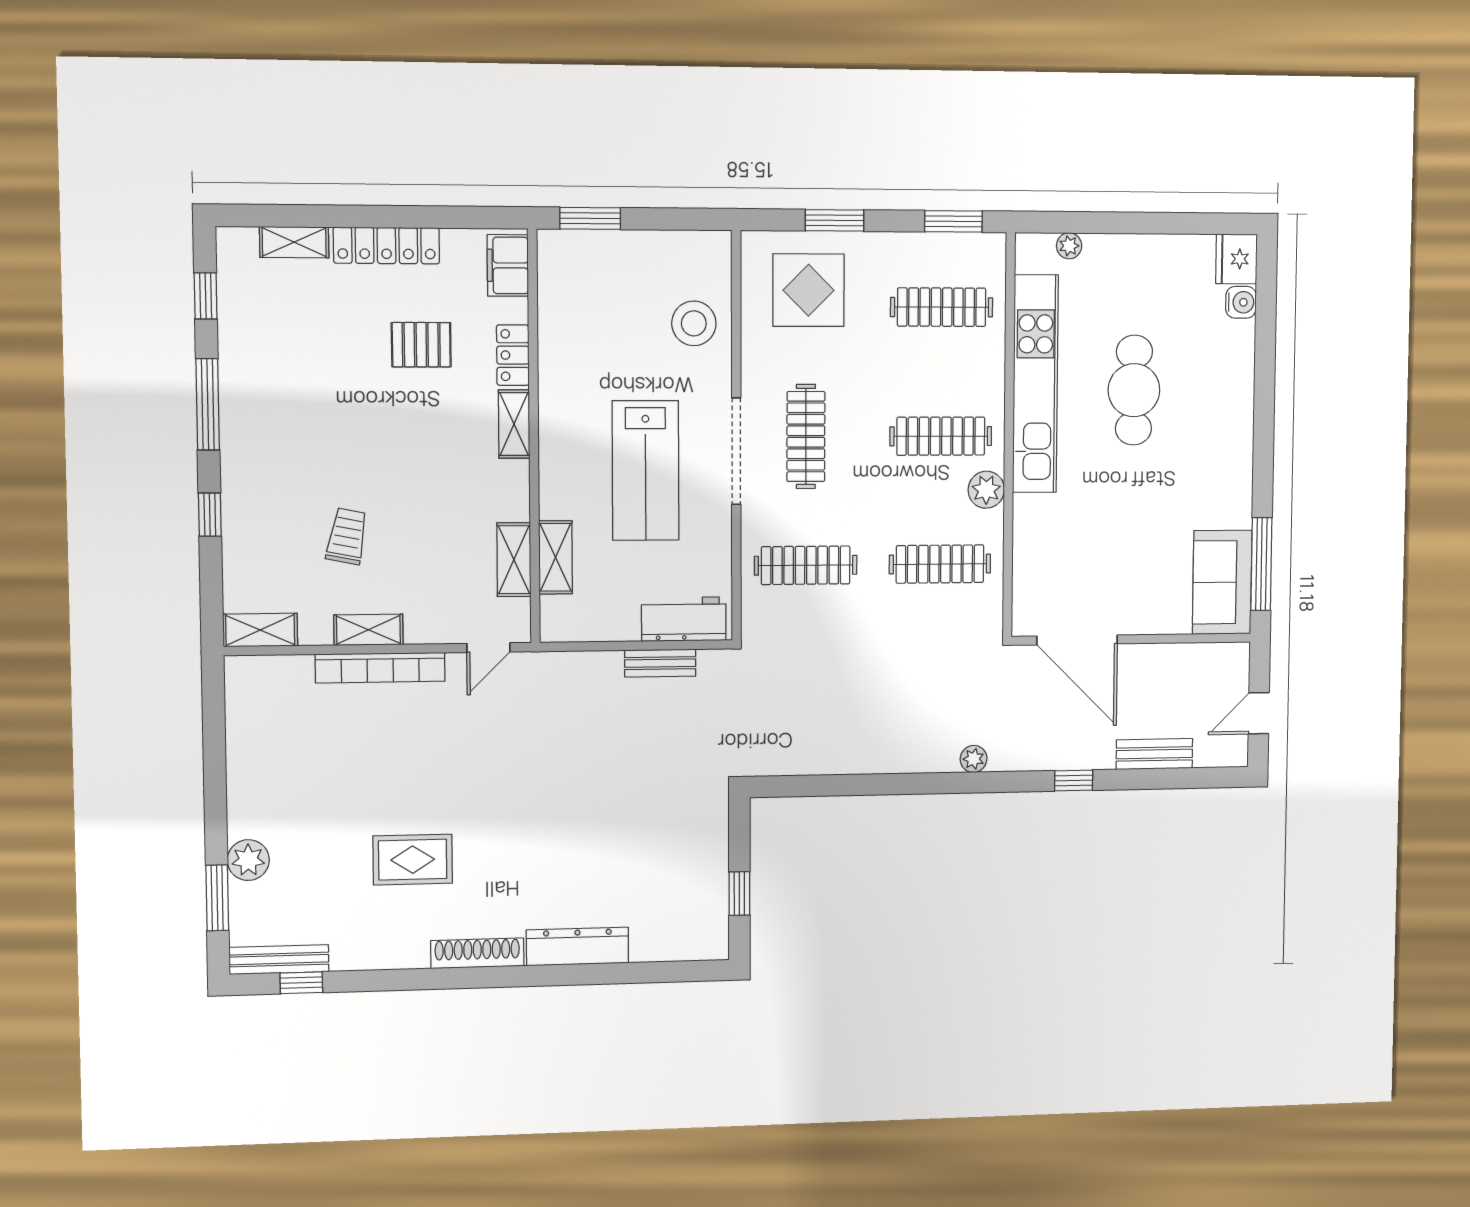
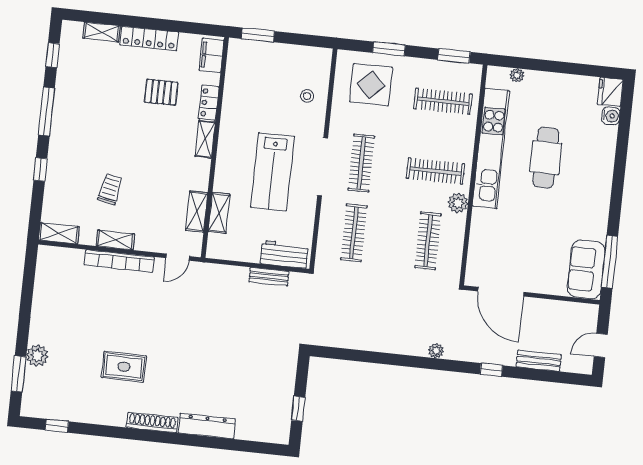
stool: (694, 323) -> (307, 96), width x0.53, depth x0.53
clothes rail: (940, 564) -> (428, 241), turned 90
clothes rail: (806, 565) -> (354, 233), turned 90
bench: (279, 960) -> (47, 412), removed

